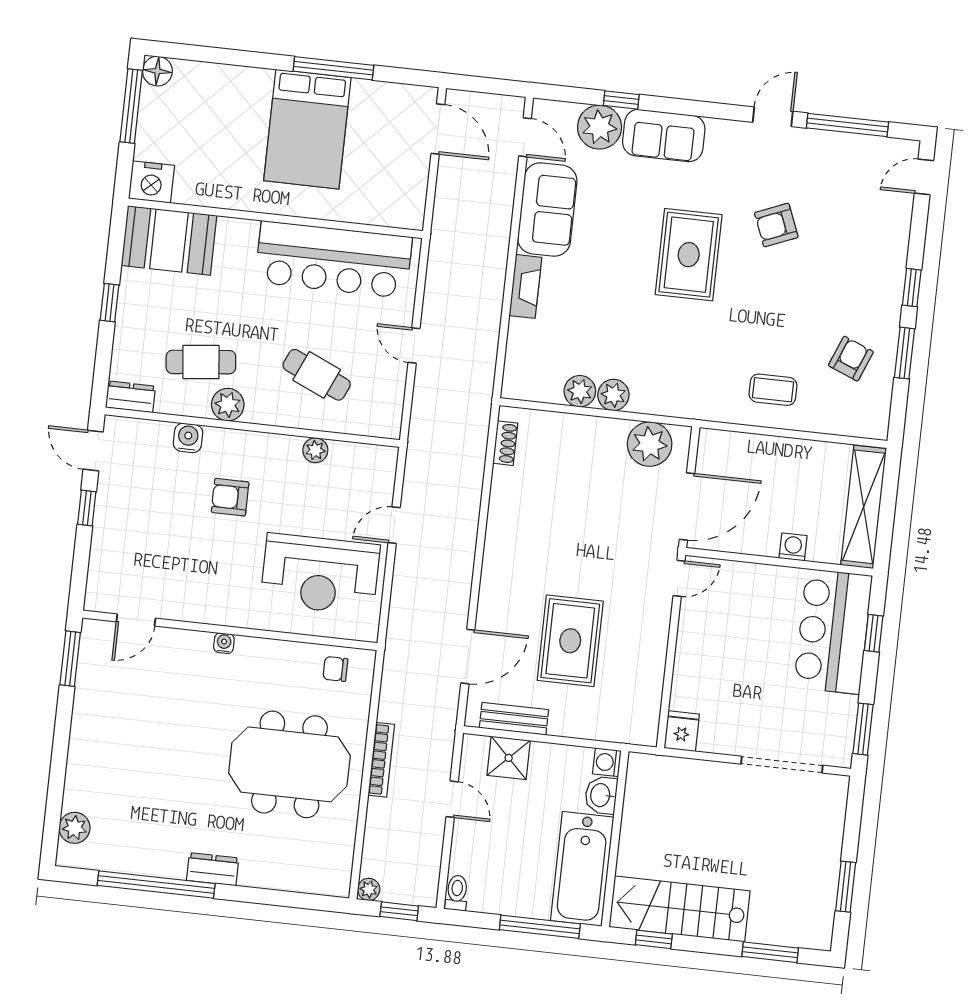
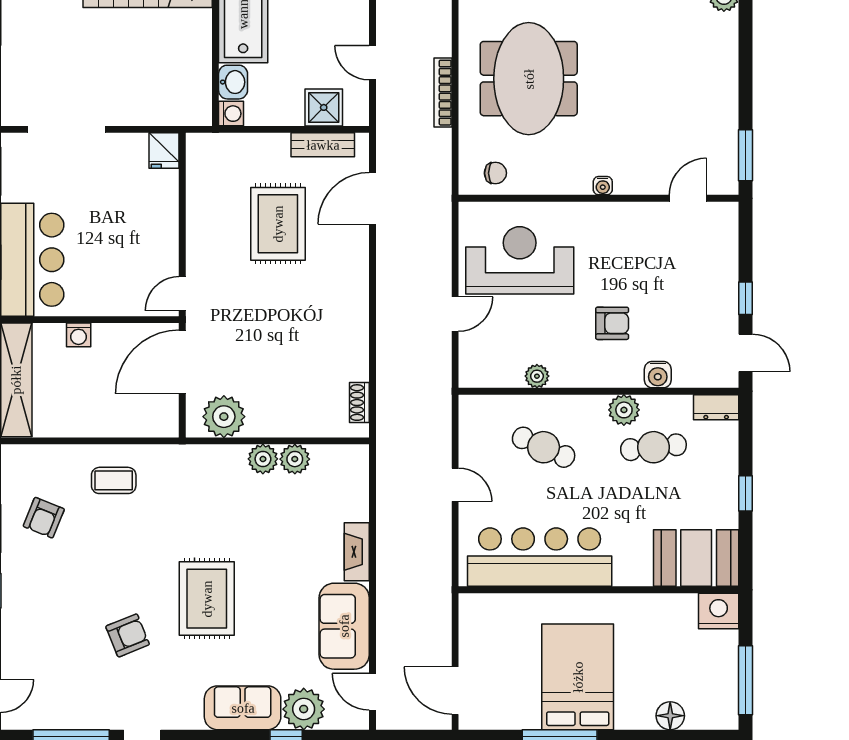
floor lamp: (157, 71) -> (670, 716), moved
meeting table: (289, 764) -> (529, 79), turned 90

